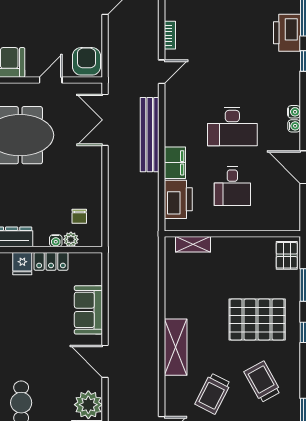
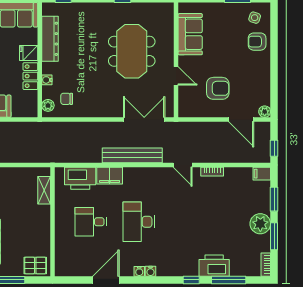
armchair: (87, 61) -> (218, 88), moved
plant: (71, 239) -> (48, 105), moved

